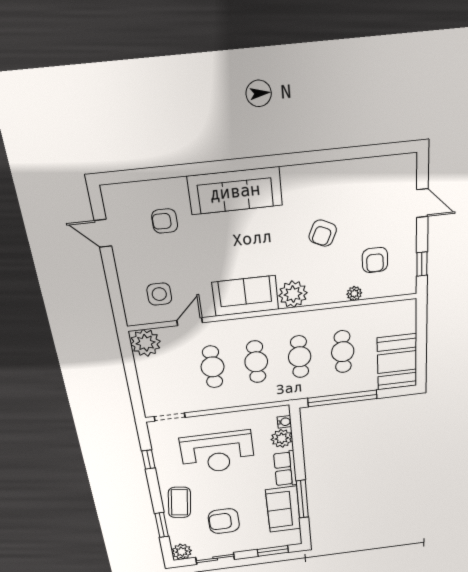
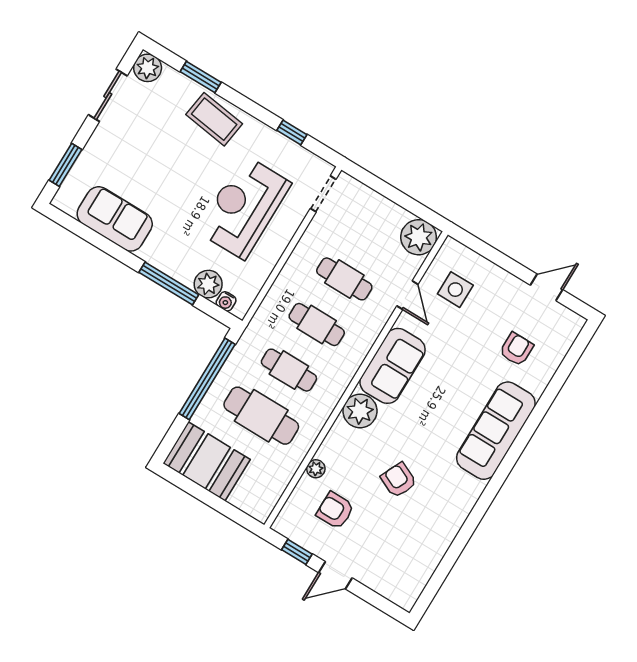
door: (422, 203) -> (335, 575), moved
cafe table: (343, 352) -> (261, 416), width x1.37, depth x1.35
row of seats: (285, 469) -> (167, 260), removed
window: (302, 499) -> (169, 283), moved
armchair: (224, 521) -> (151, 145), removed

